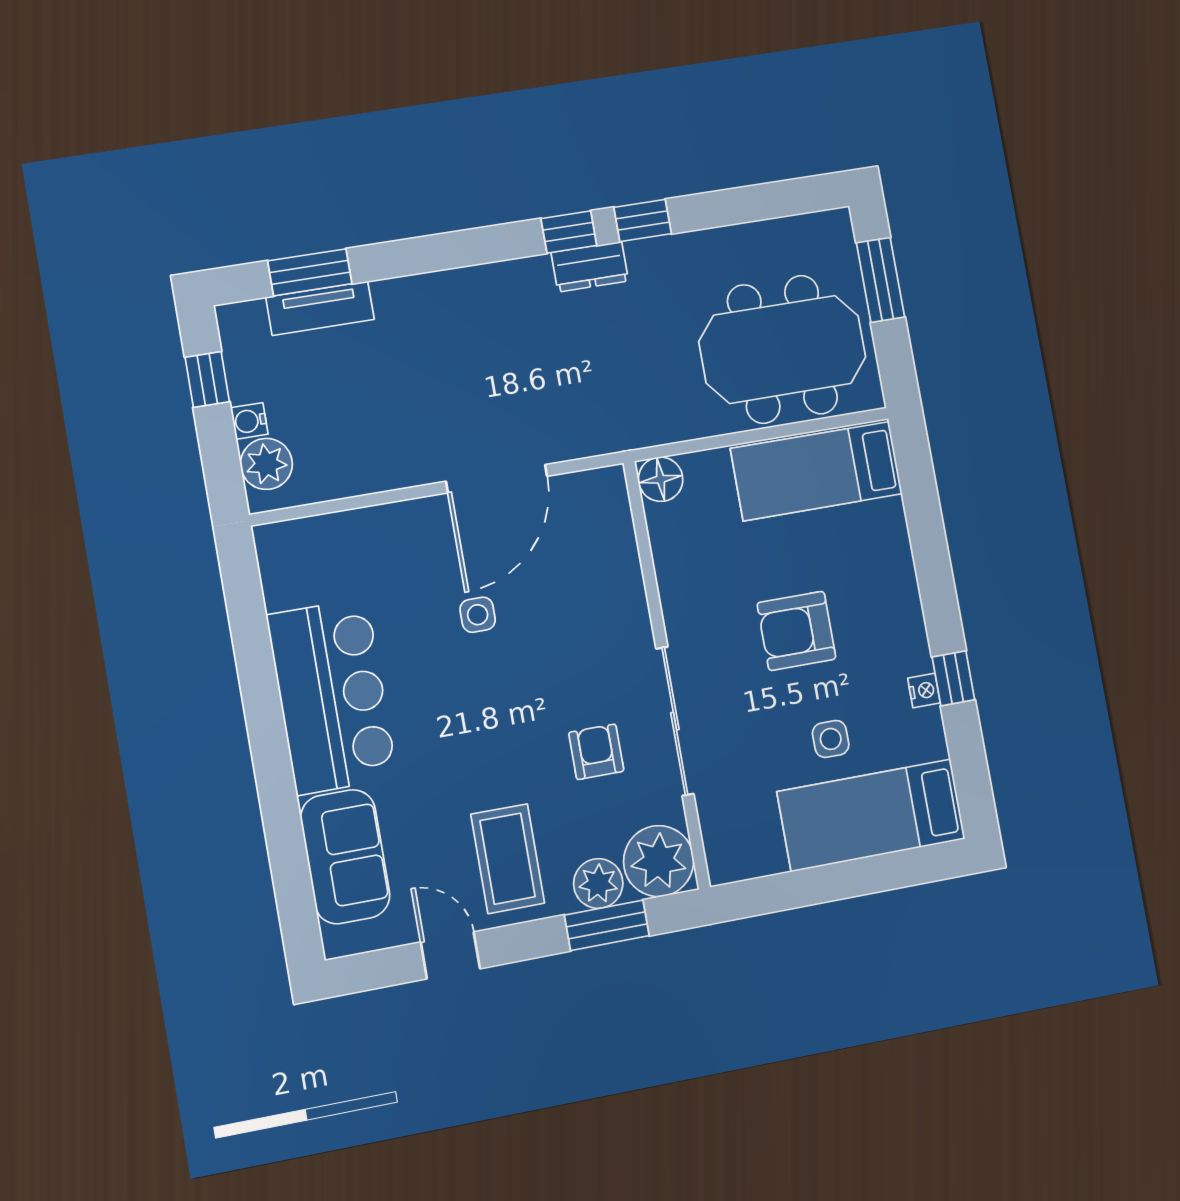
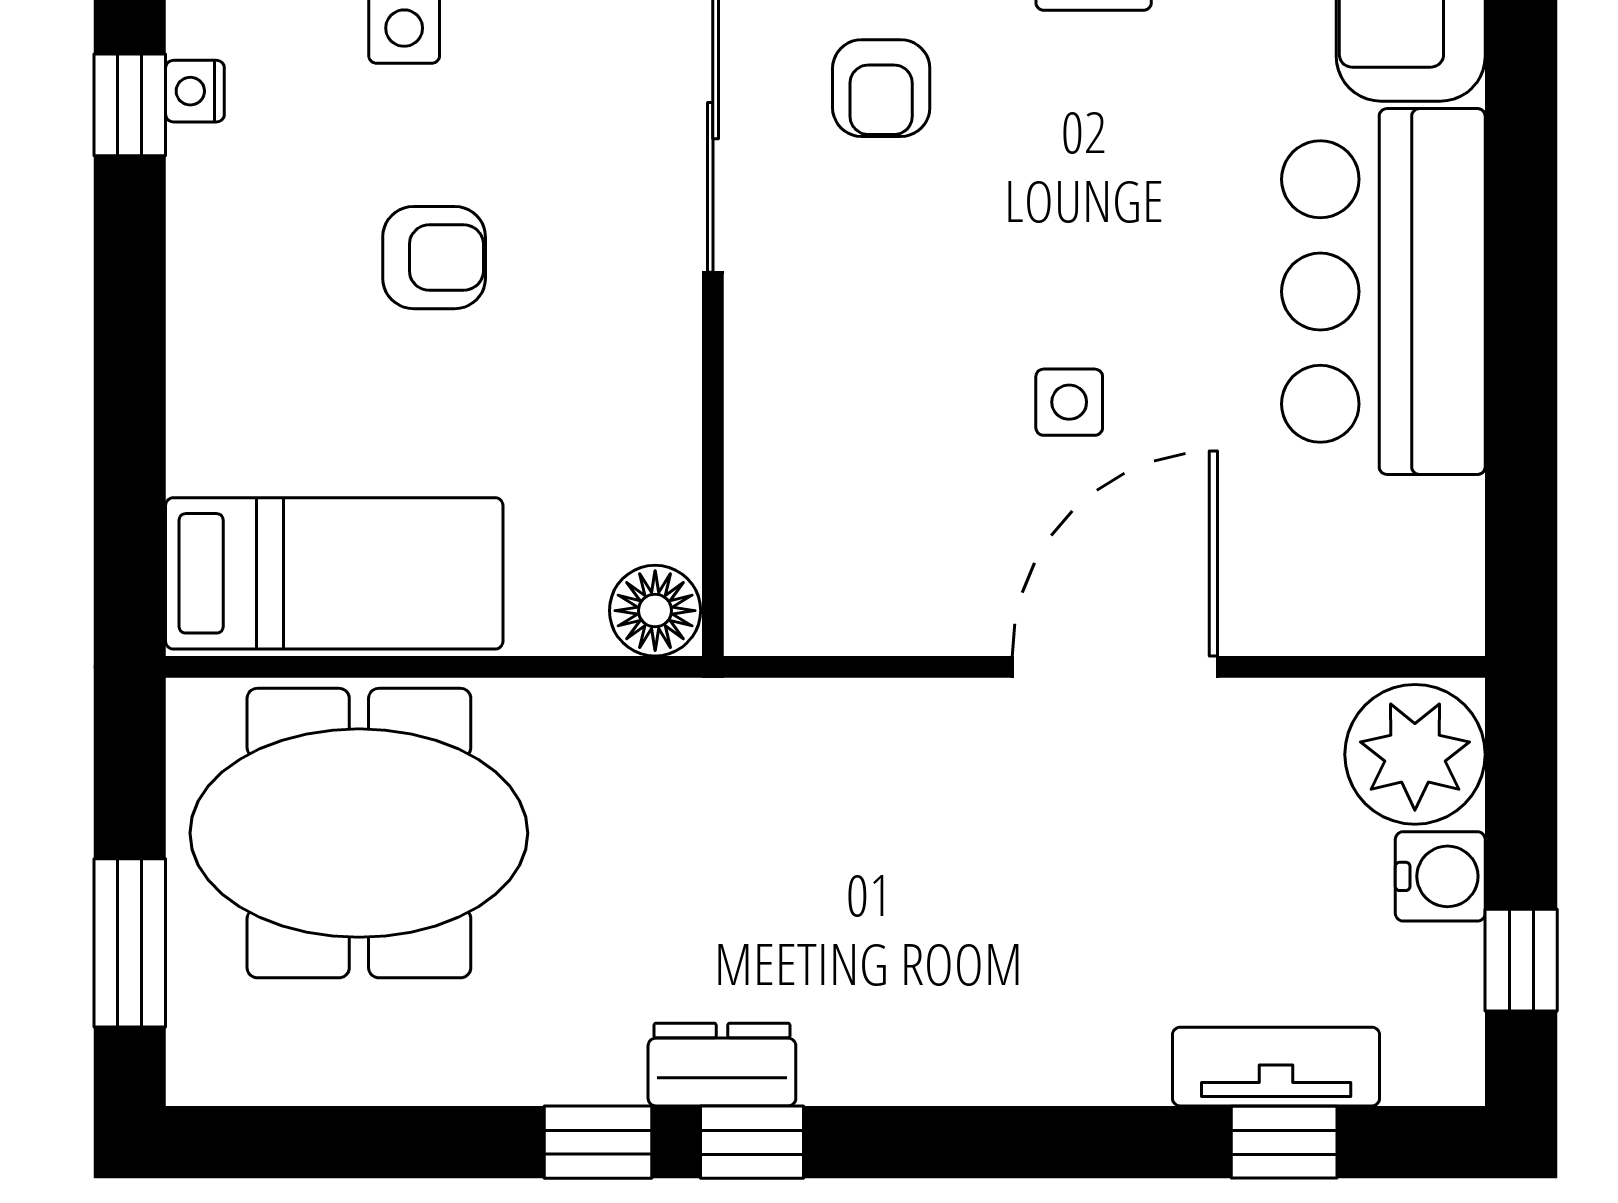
window: (310, 272) -> (1284, 1142), width x0.67
water cooler: (249, 421) -> (1440, 876), width x1.38, depth x1.38
plant: (266, 464) -> (1415, 754), width x1.36, depth x1.36
door: (497, 479) -> (1115, 667), moved
armchair: (796, 631) -> (434, 258), width x0.72, depth x0.72

